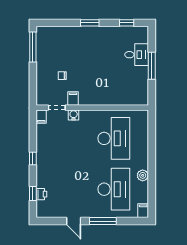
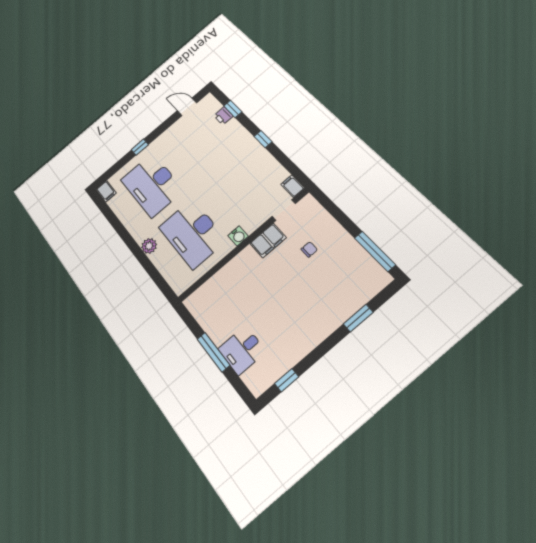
window: (90, 23) -> (358, 318), moved
filing cabinet: (73, 99) -> (268, 241), width x2.00
water cooler: (74, 115) -> (238, 236), moved
plant: (143, 175) -> (149, 246), moved
door: (74, 221) -> (187, 107), moved
window: (103, 221) -> (140, 147), width x0.46

